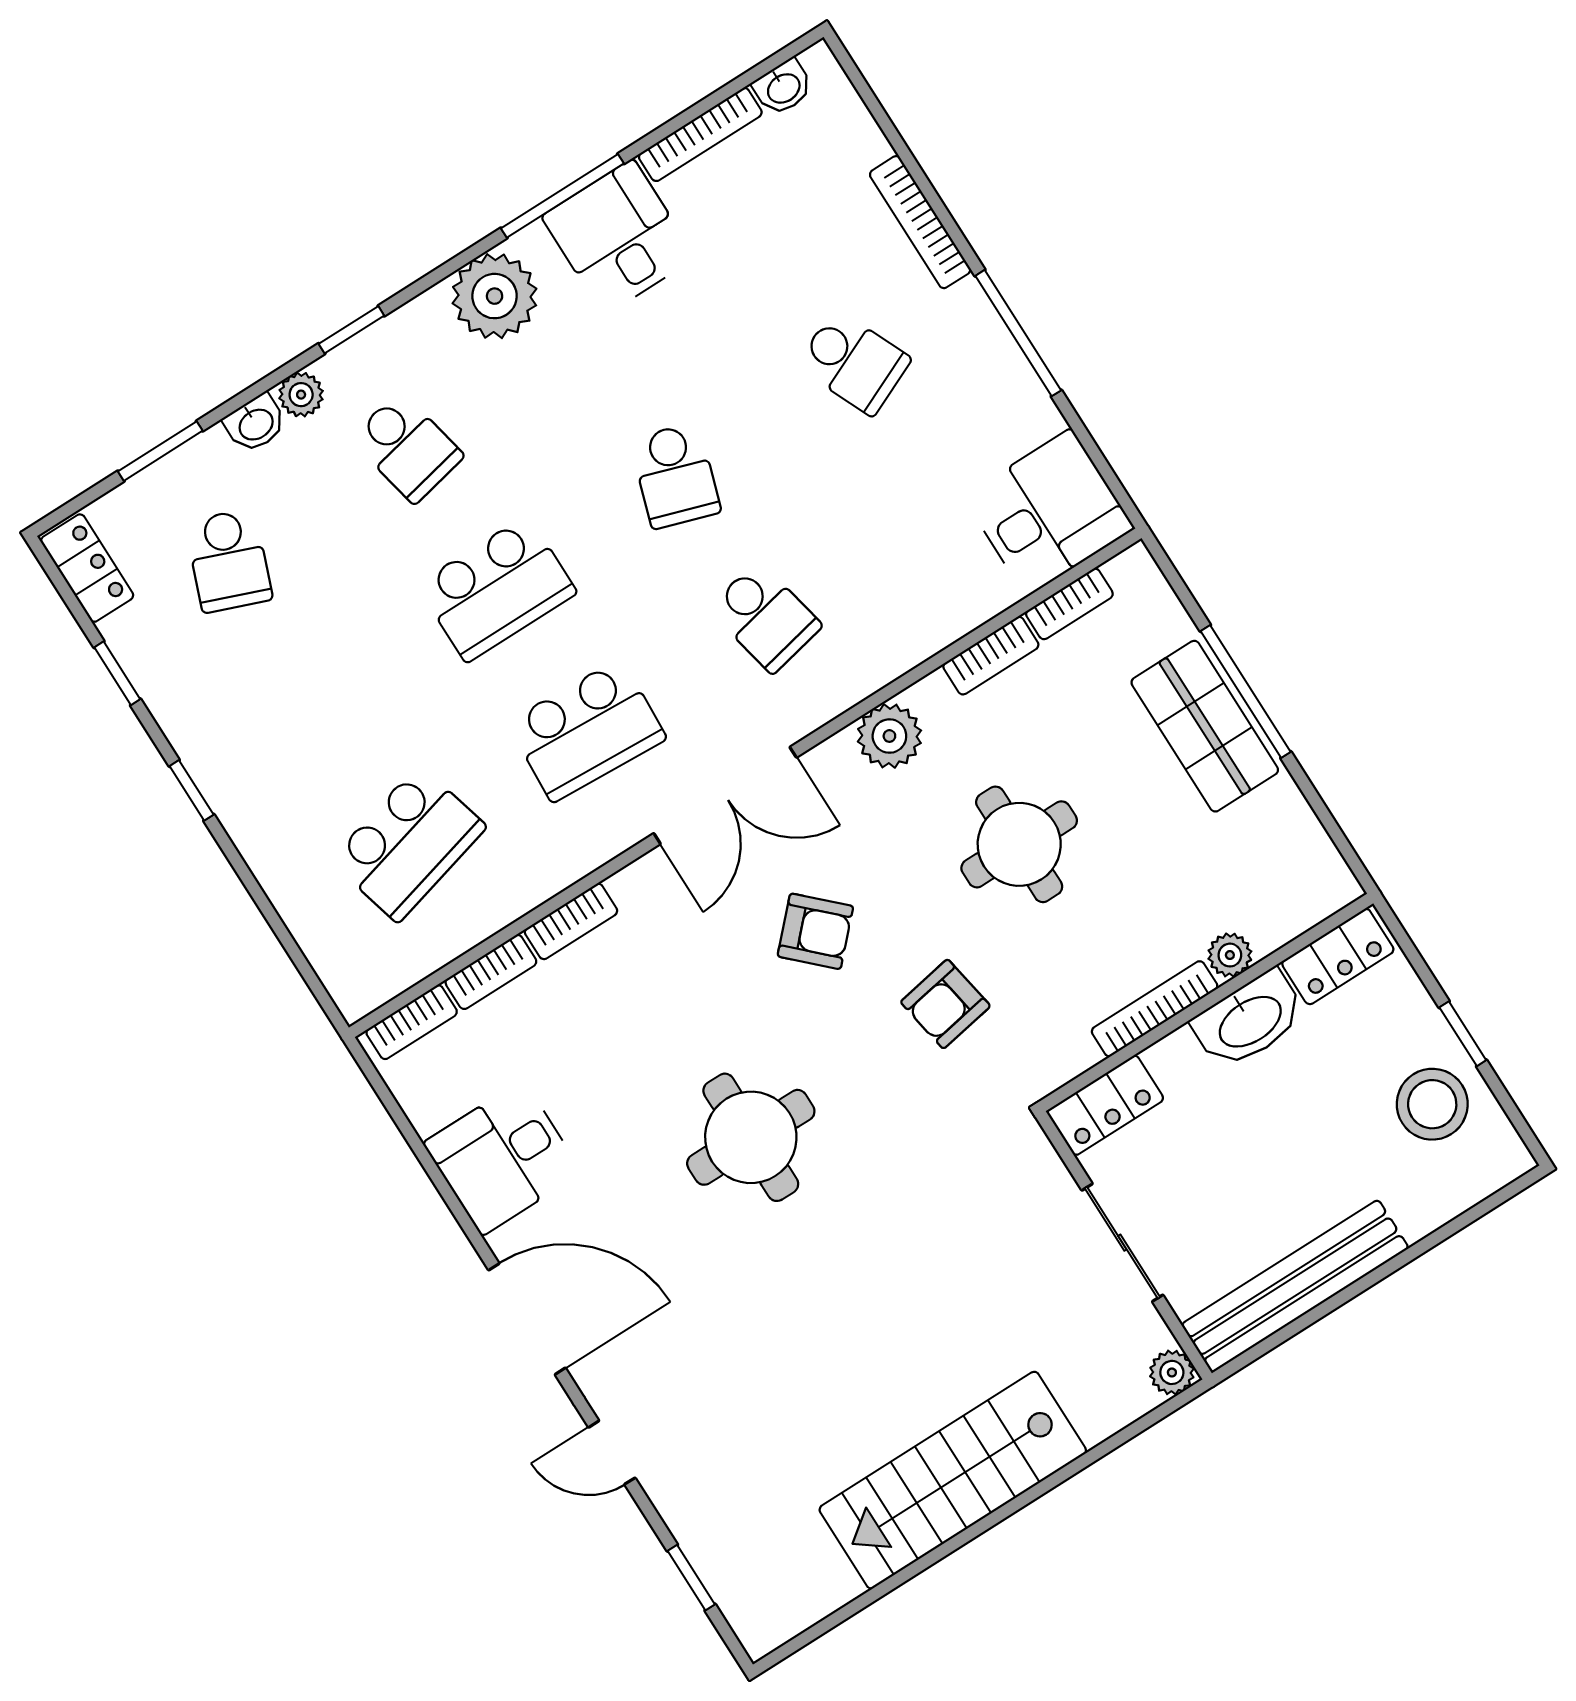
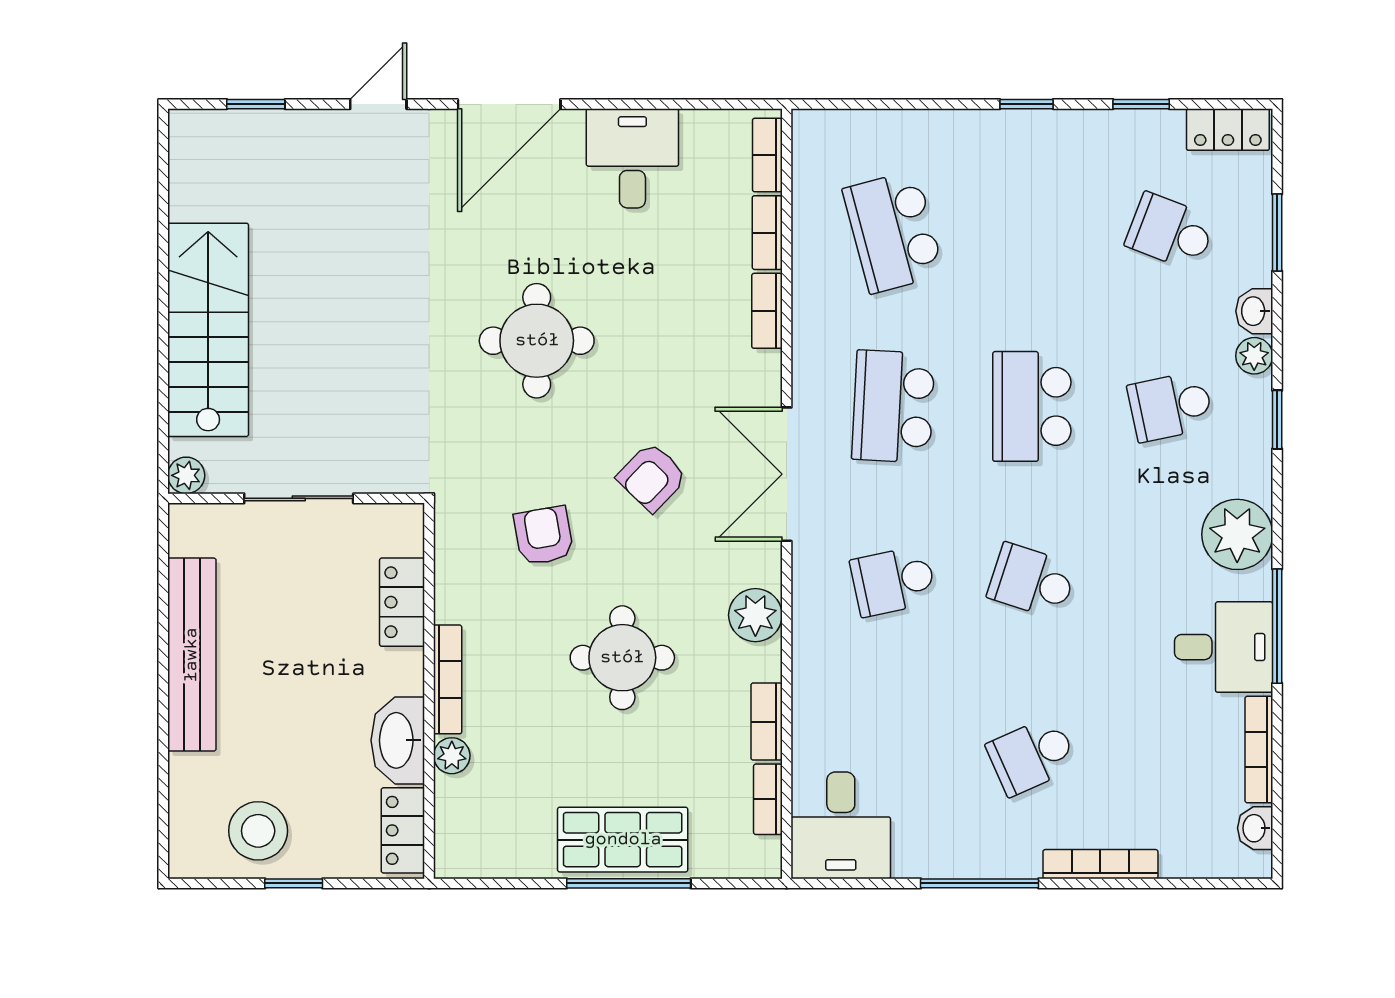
sliding door: (1122, 1243) -> (299, 498), moved
wall: (1124, 1245) -> (296, 498), moved
plant: (1172, 1372) -> (186, 475), moved

